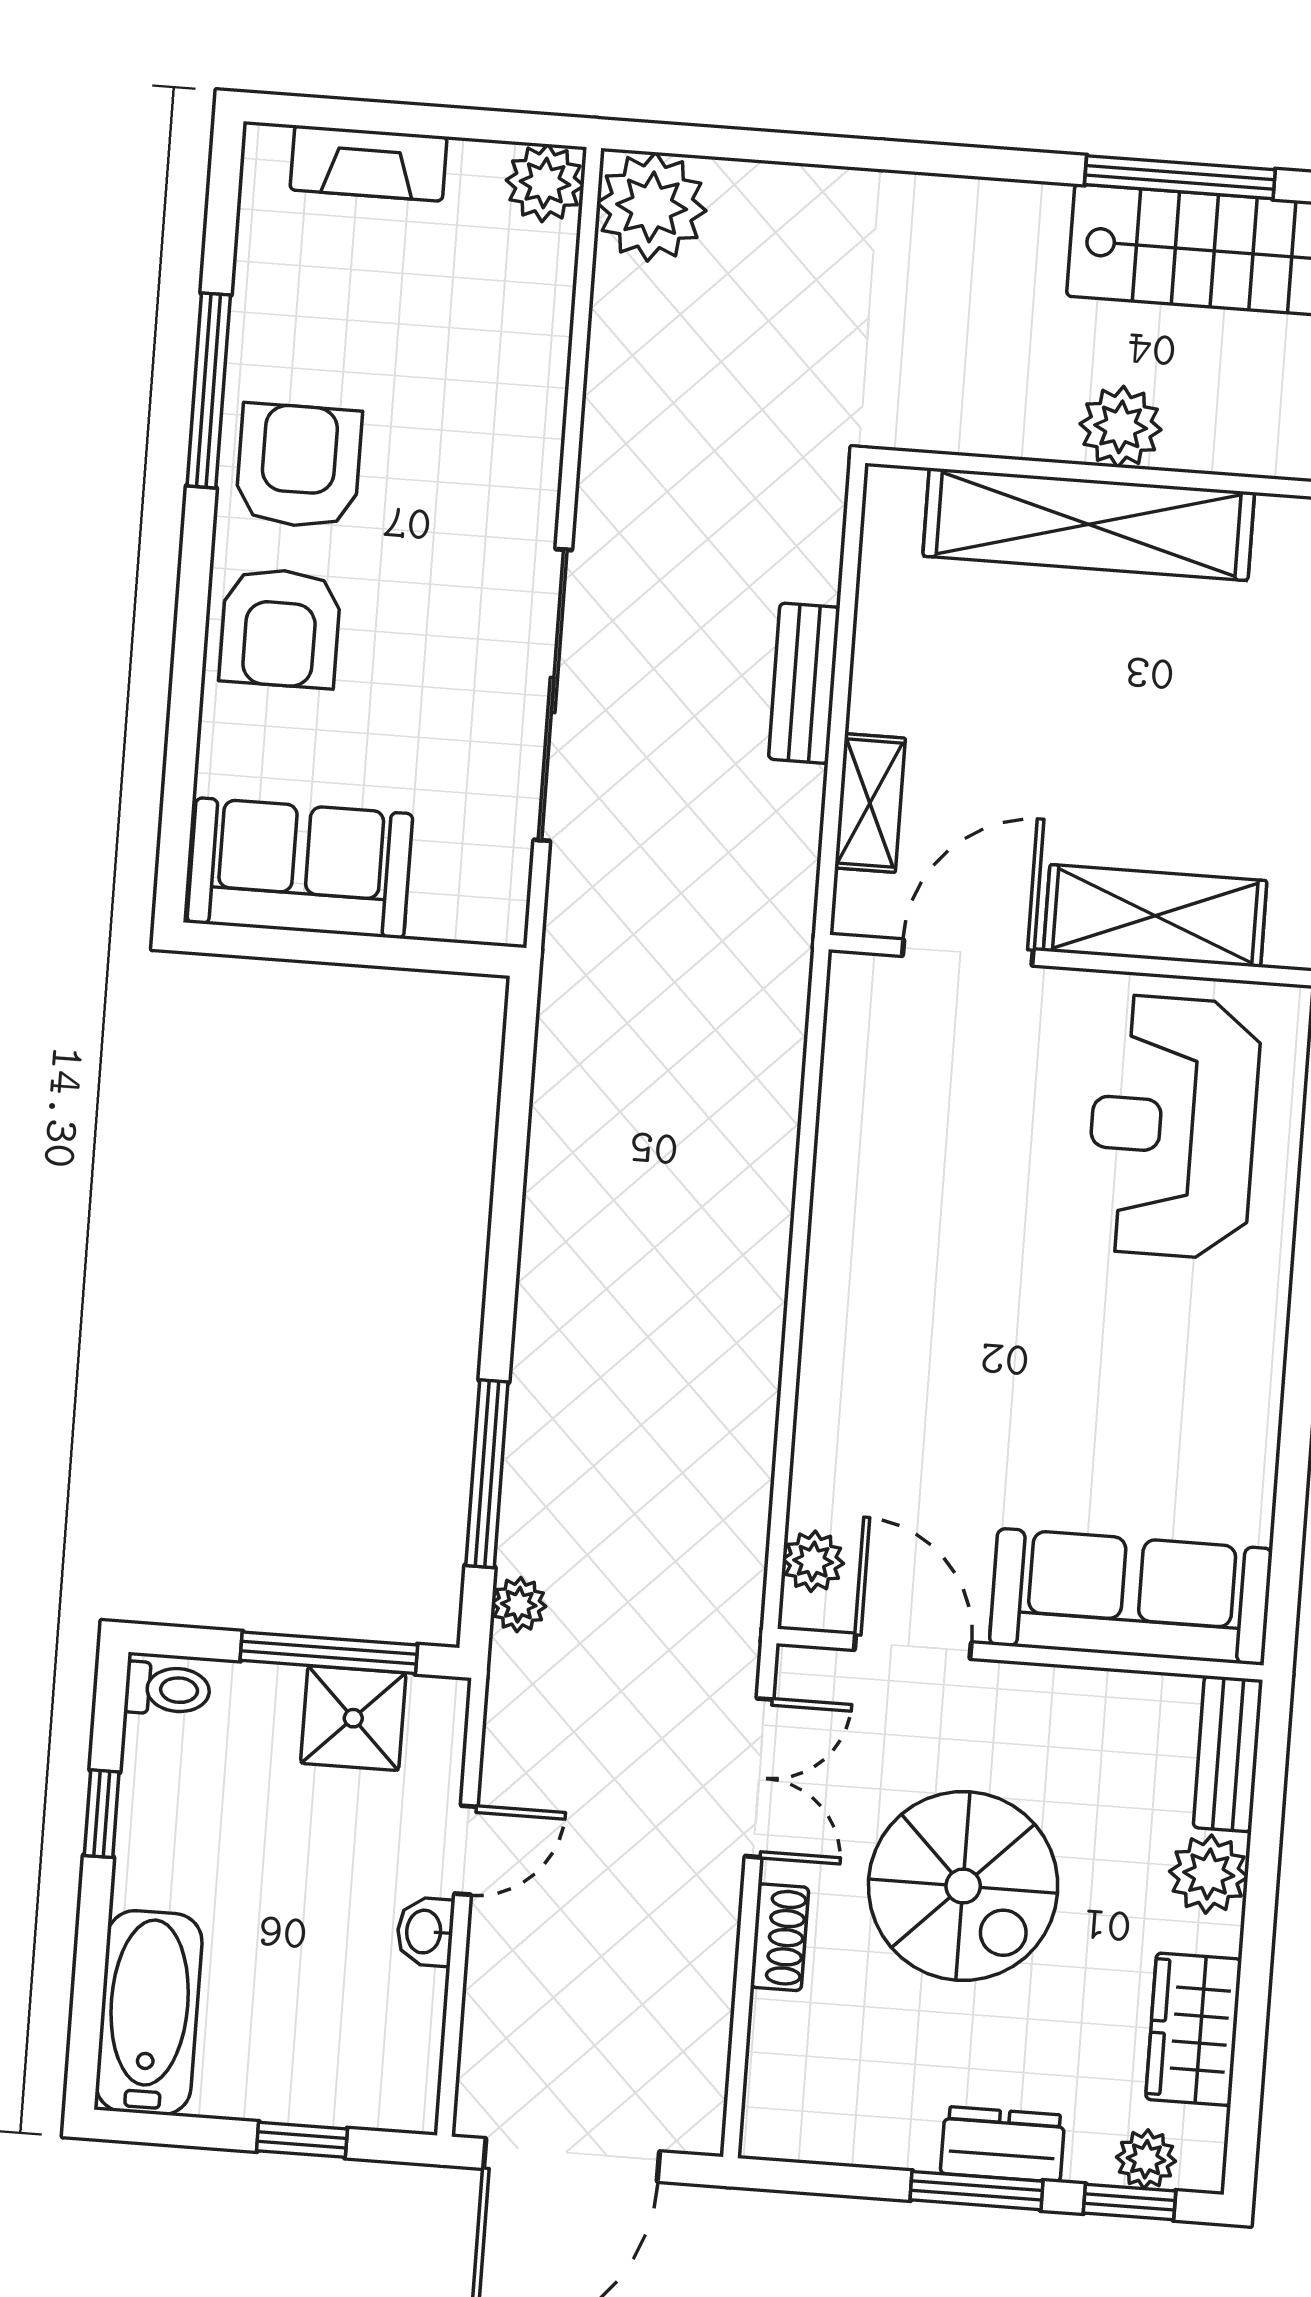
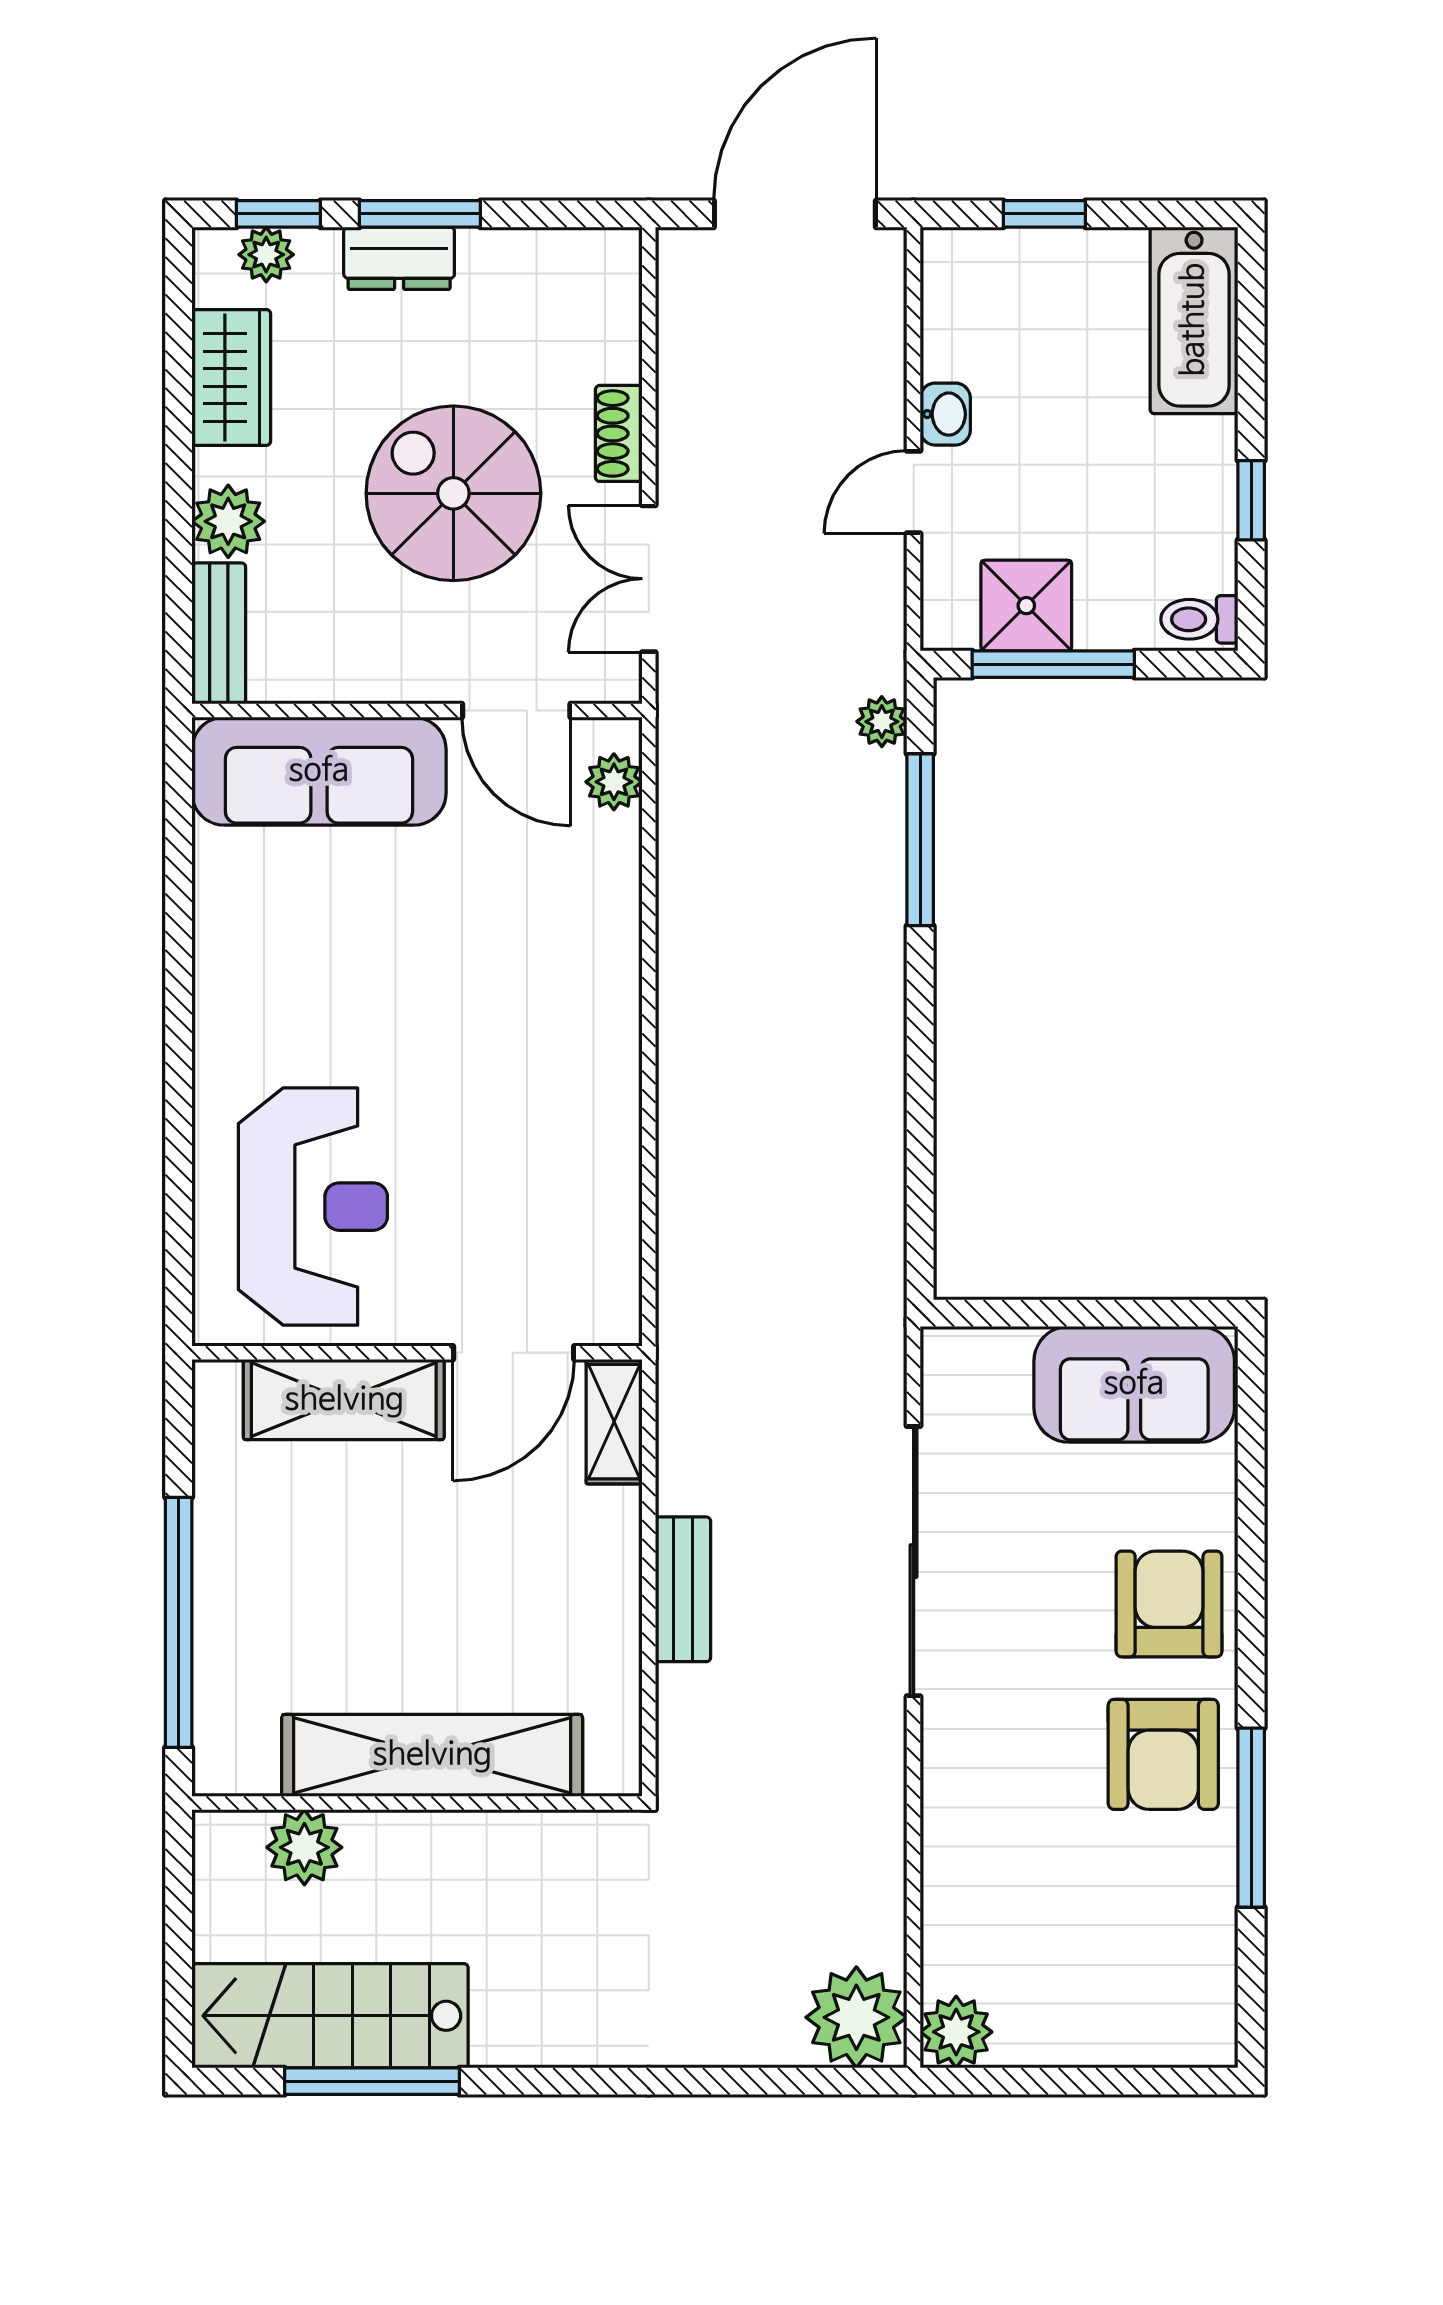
fireplace: (369, 163) -> (1120, 2038), removed
plant: (1121, 427) -> (304, 1847), moved
shelving: (870, 803) -> (614, 1422), moved

